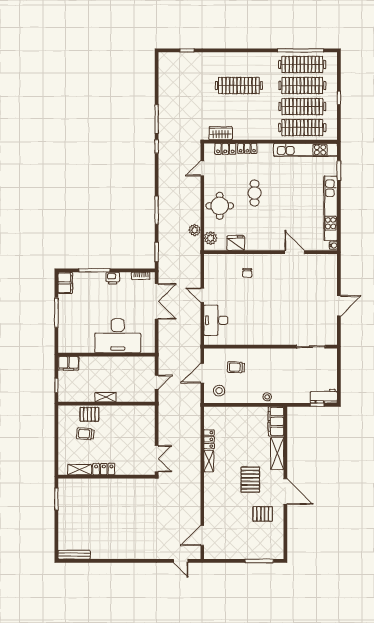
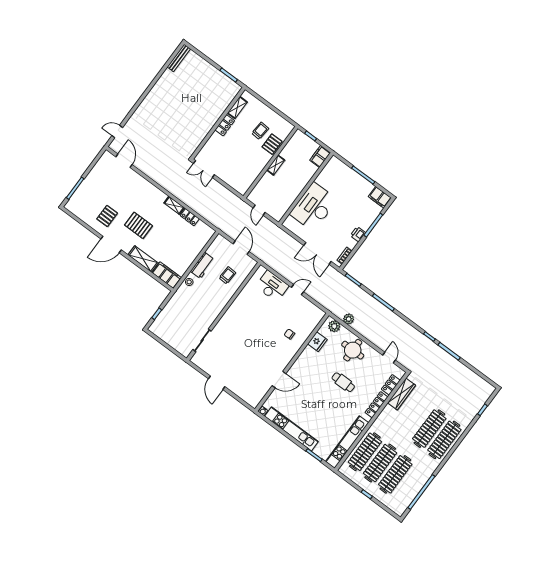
clothes rail: (302, 64) -> (444, 440), moved
wardrobe: (221, 133) -> (402, 394), width x1.50
locker: (247, 148) -> (376, 405), width x1.53
stool: (219, 391) -> (219, 251), removed
workbench: (324, 396) -> (202, 265), moved

